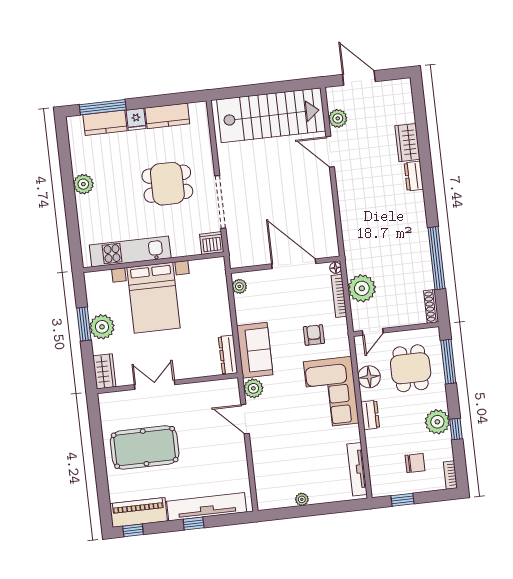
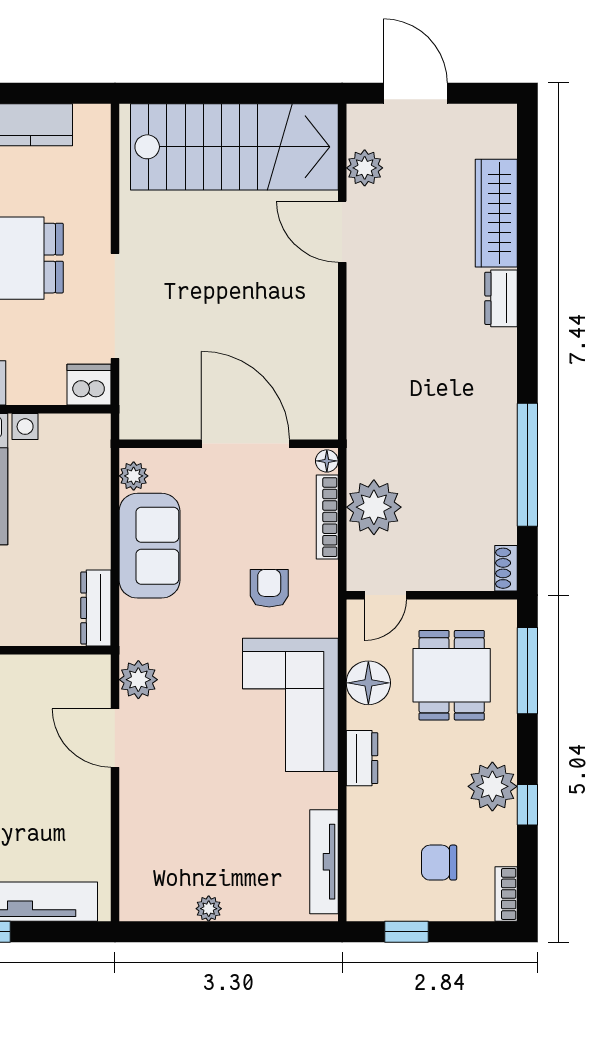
wardrobe: (407, 143) -> (496, 213), width x1.50
shoe rack: (431, 306) -> (506, 568), width x0.70
sofa: (255, 350) -> (149, 546), moved
chair: (415, 463) -> (439, 863), turned 180

